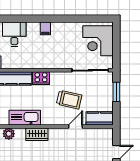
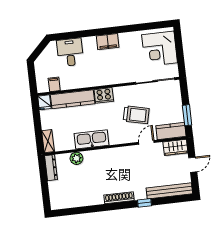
filing cabinet: (45, 28) -> (108, 42), width x2.00
window: (116, 92) -> (187, 115), moved
wardrobe: (37, 134) -> (175, 147), moved

